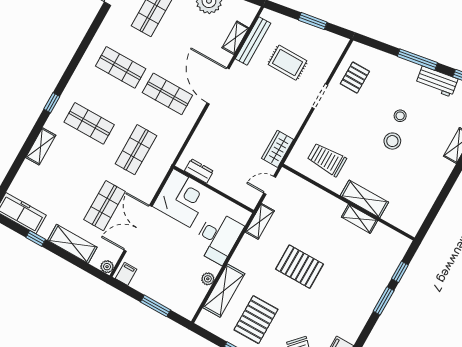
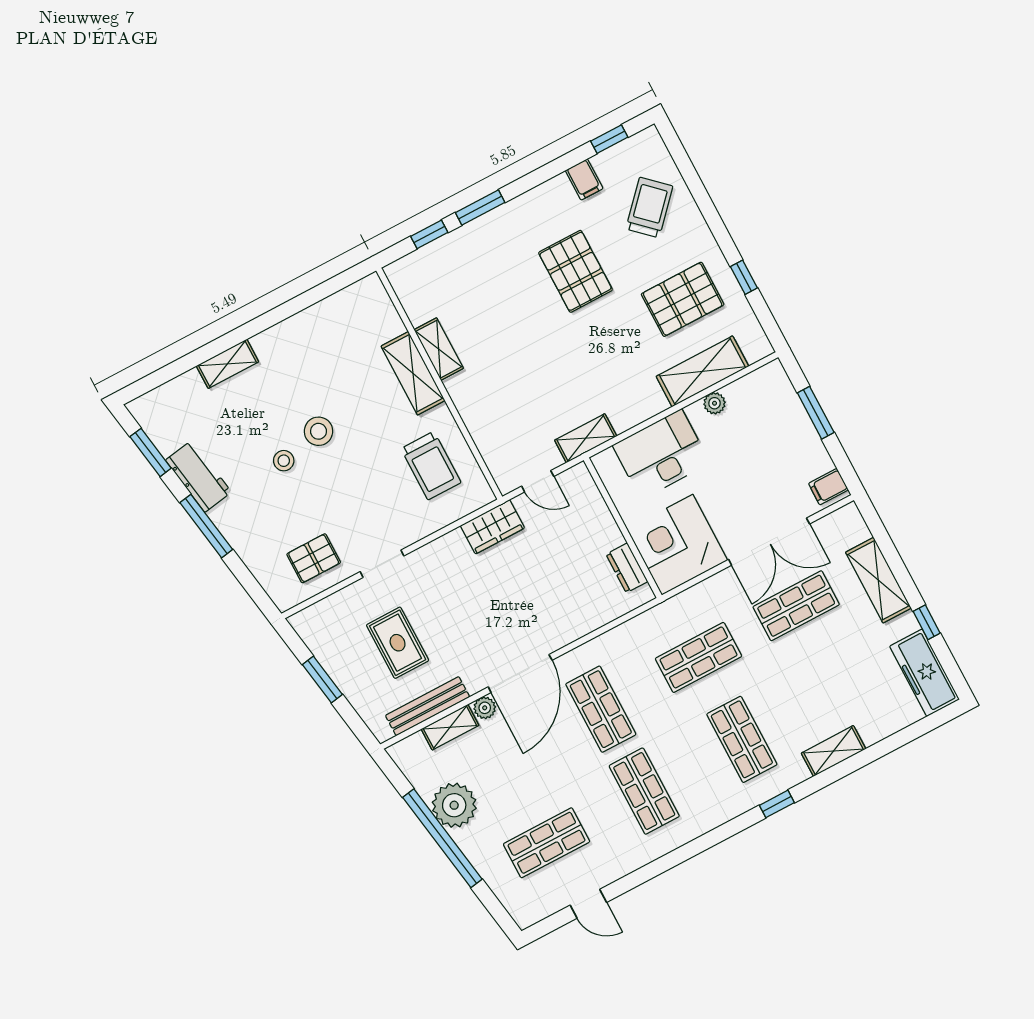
plant: (107, 267) -> (485, 708), moved
pallet: (299, 267) -> (575, 271), moved

